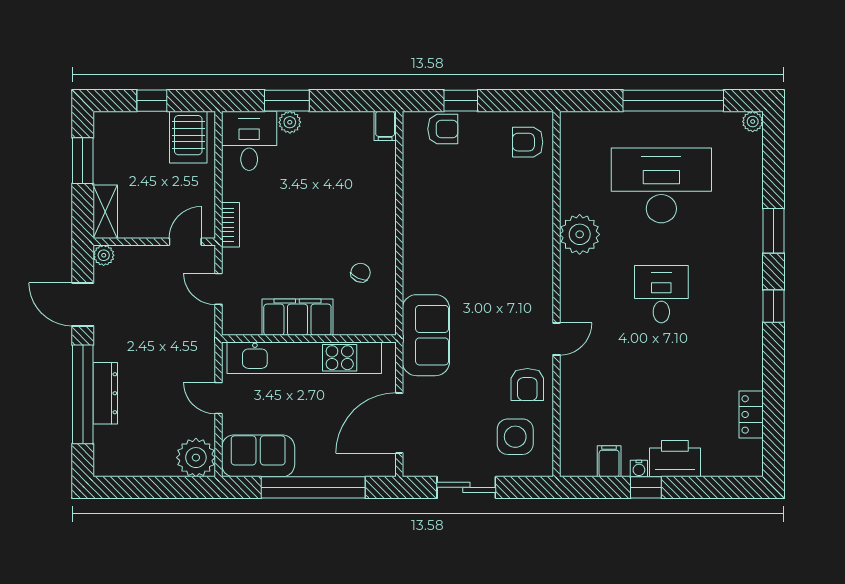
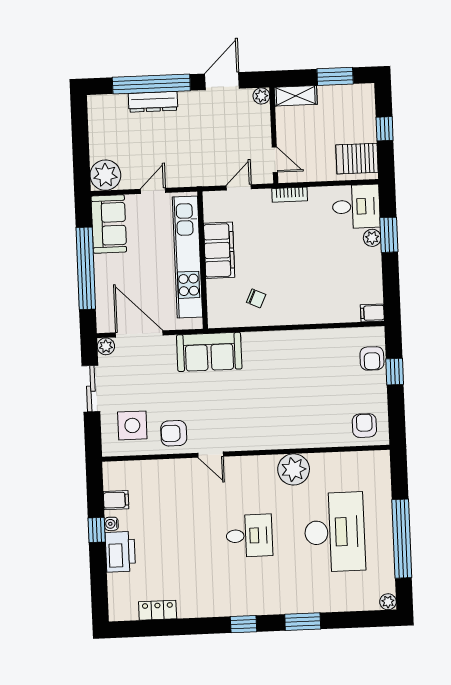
plant: (413, 466) -> (106, 346), added

